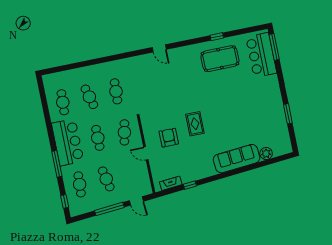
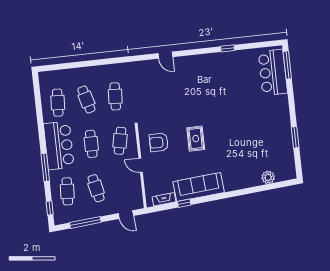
pool table: (220, 59) -> (229, 72), removed
armchair: (169, 138) -> (159, 142), moved, turned -90
sofa: (237, 159) -> (199, 187), moved
window: (109, 209) -> (85, 222), moved

